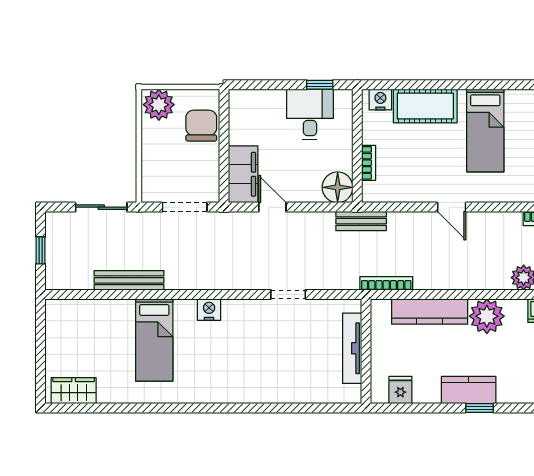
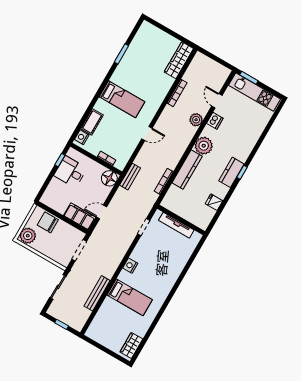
cot: (425, 106) -> (92, 122), width x0.73, depth x0.75
tv unit: (352, 348) -> (176, 225), moved
wall: (366, 351) -> (181, 220), moved

